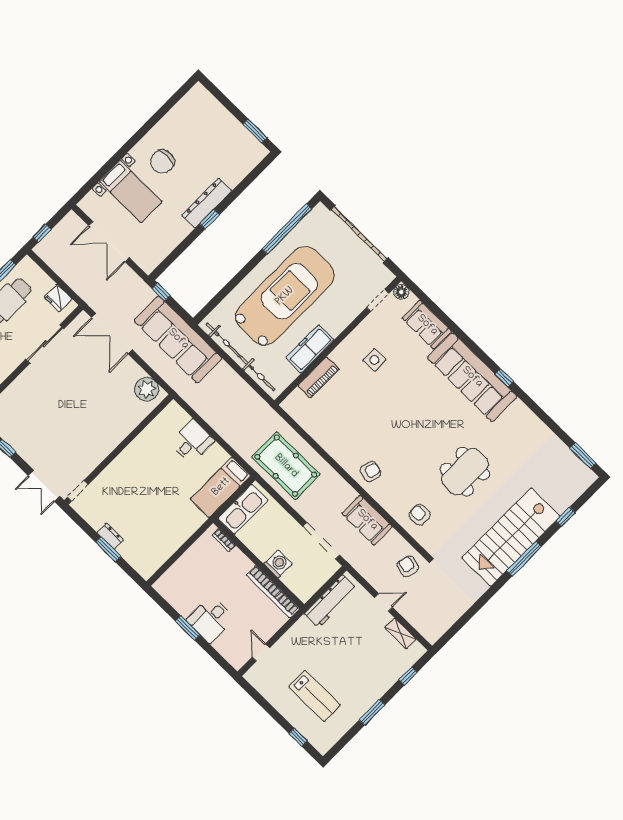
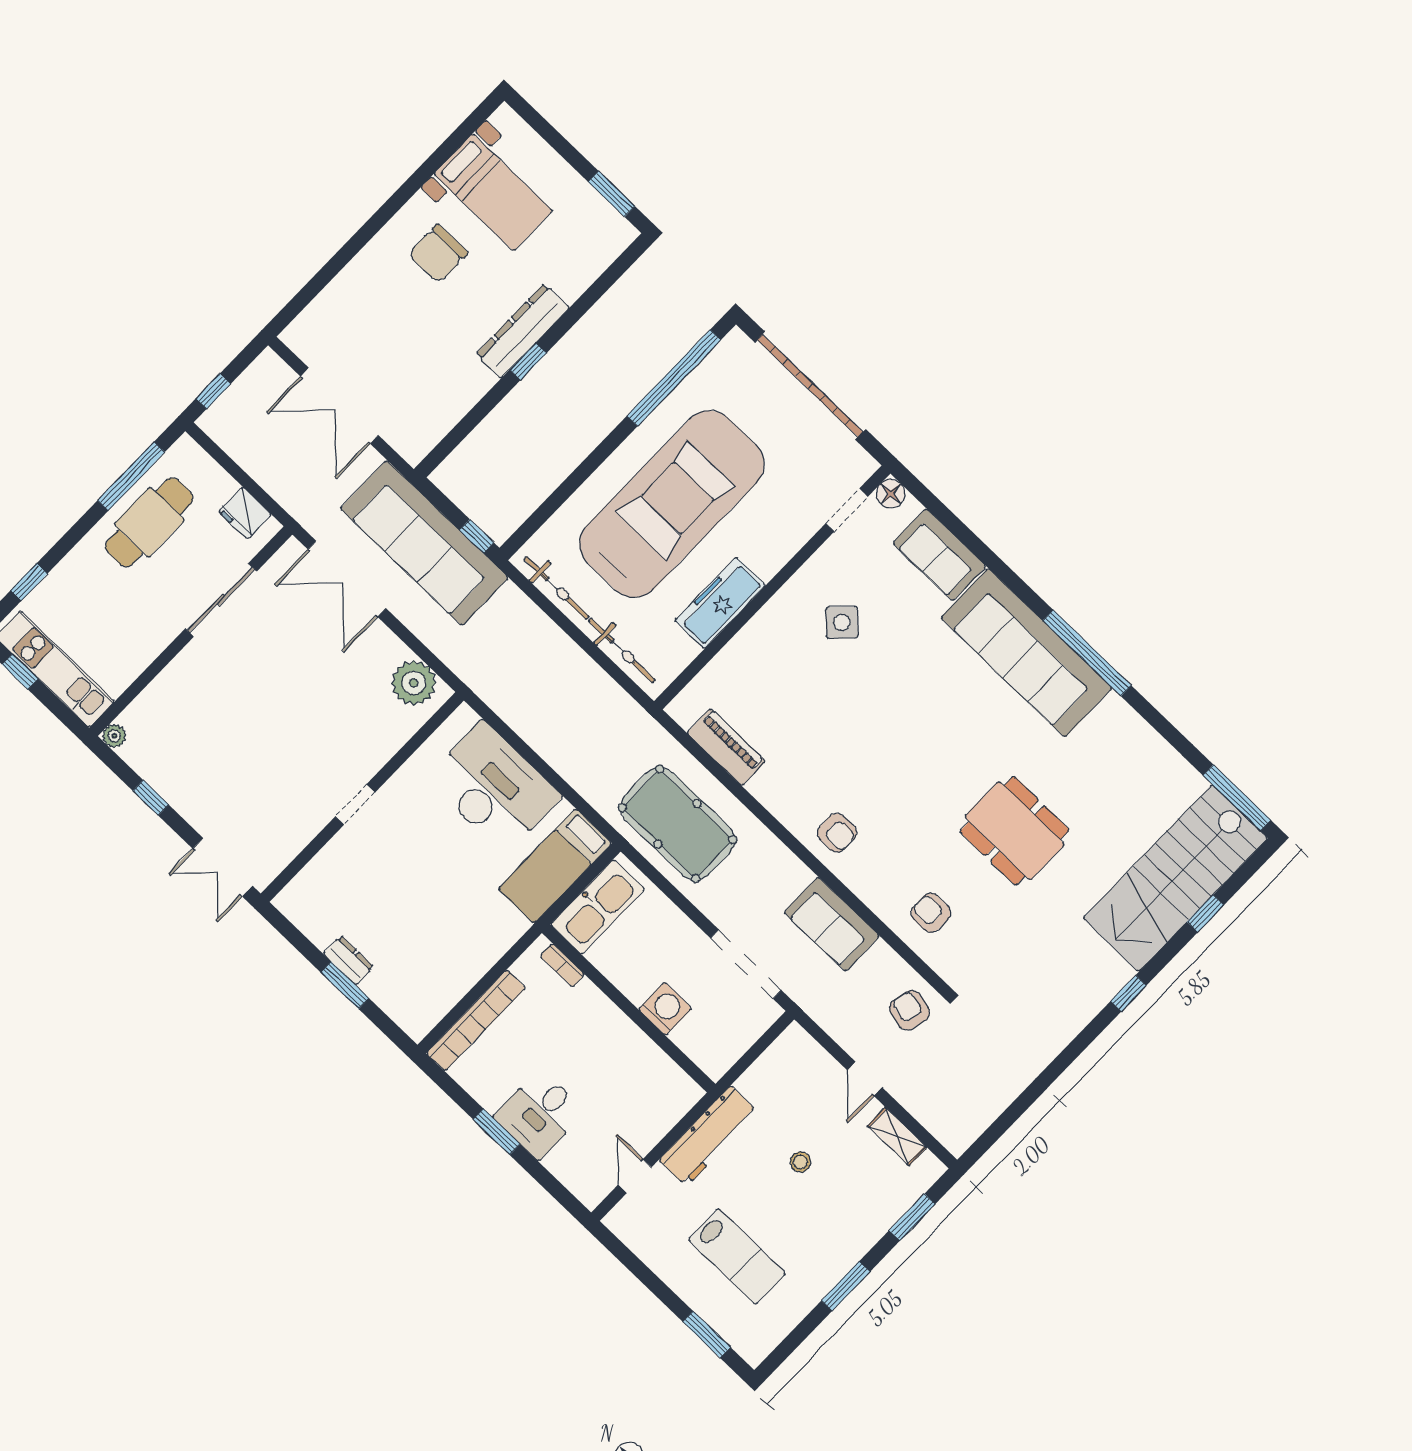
bed with nightstands: (131, 191) -> (493, 192), moved
window: (161, 292) -> (477, 536), moved
sofa: (178, 339) -> (424, 543), moved
side table: (374, 360) -> (842, 622), turned 45
piano: (319, 377) -> (726, 747), moved, turned -90
window: (504, 378) -> (1087, 653), width x3.17
desk: (192, 442) -> (494, 788), width x1.87, depth x1.30
window: (583, 456) -> (1237, 798), width x1.44
armchair: (370, 472) -> (837, 833), turned 74
dining table: (465, 472) -> (1015, 831), turned 90
doorway: (78, 491) -> (355, 804), moved
stairs: (511, 537) -> (1175, 878), moved
window: (524, 559) -> (1128, 993), width x0.46
bookcase: (273, 592) -> (476, 1020), moved, turned -90
workbench: (330, 601) -> (709, 1136), moved
door: (383, 602) -> (865, 1079), swing flipped
stool: (349, 646) -> (800, 1162), added
window: (408, 676) -> (912, 1217), width x1.50
window: (298, 737) -> (707, 1335), width x1.50

